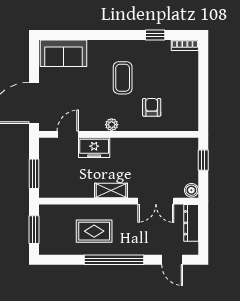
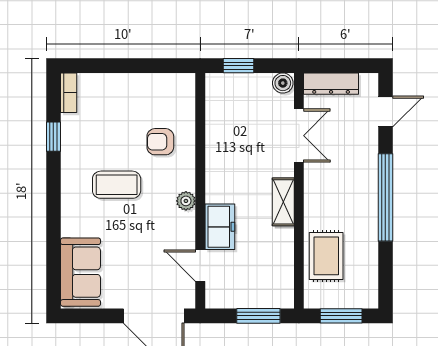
rug: (94, 231) -> (326, 256), moved

